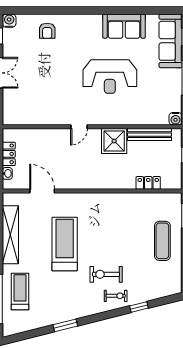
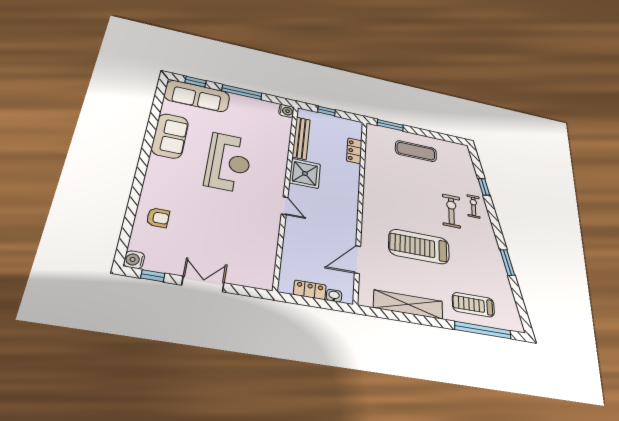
exercise bike: (106, 274) -> (451, 211), turned 180

